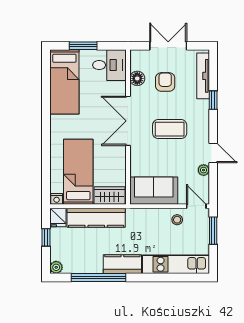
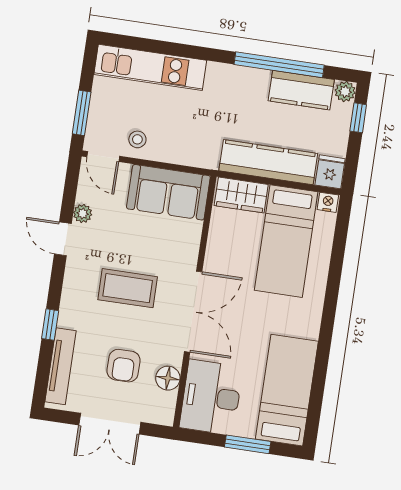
desk: (109, 65) -> (211, 397), width x1.37
window: (46, 237) -> (358, 118), moved
kitchen counter: (122, 264) -> (301, 90), moved

